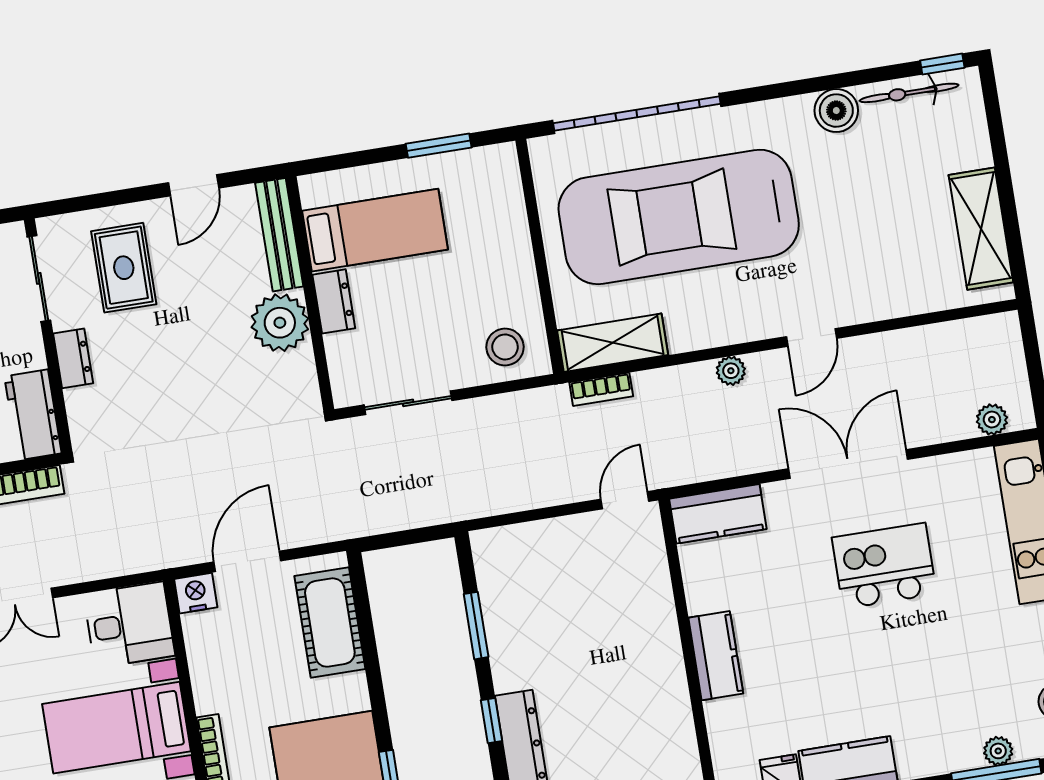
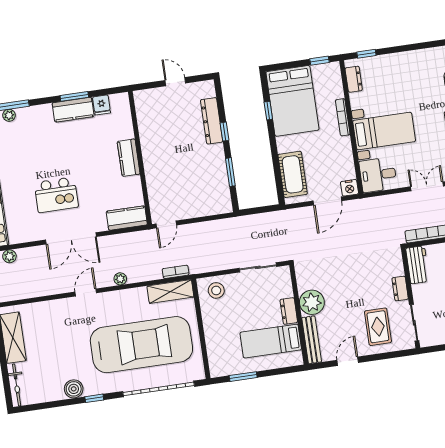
window: (942, 64) -> (94, 398), moved
bicycle: (909, 93) -> (17, 385), moved, turned 90

